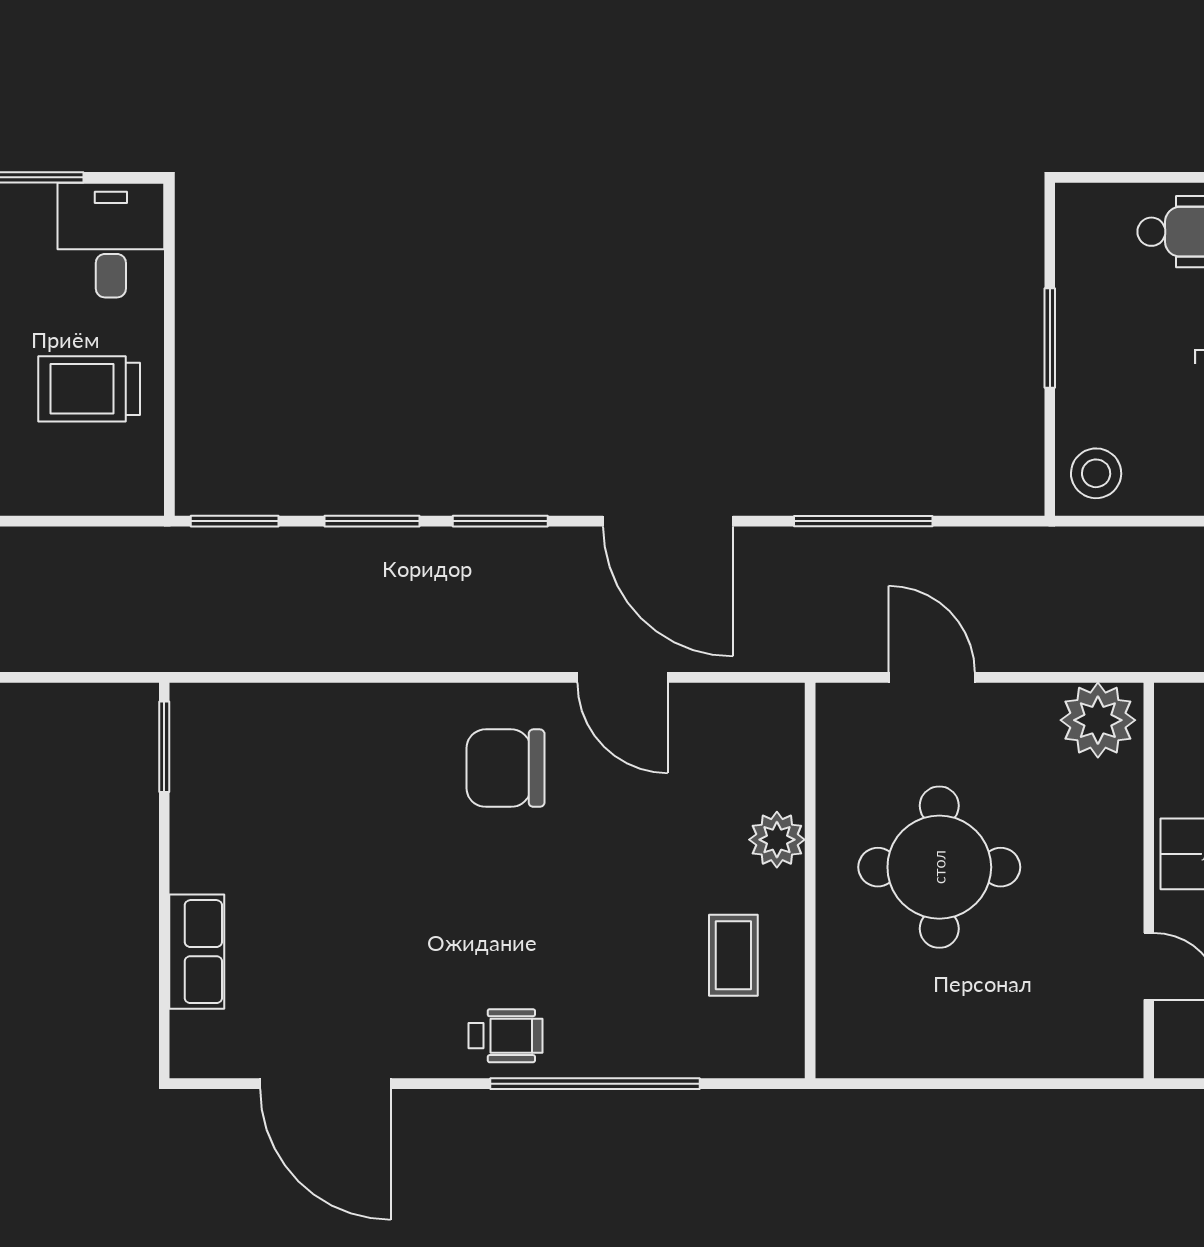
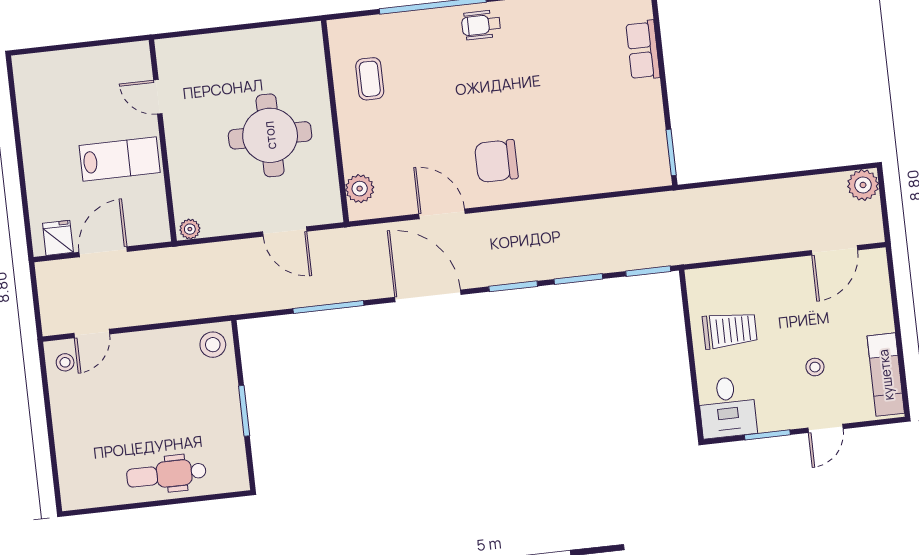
plant: (1098, 720) -> (190, 229), width x0.53, depth x0.53
chair: (505, 768) -> (496, 161), turned 180
plant: (777, 840) -> (360, 189), moved

